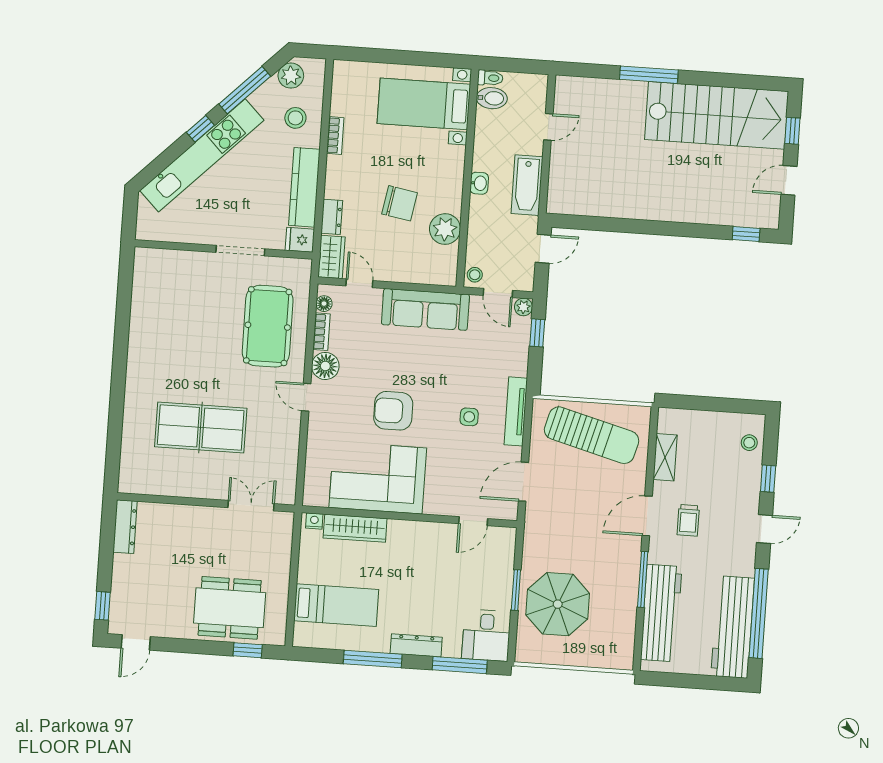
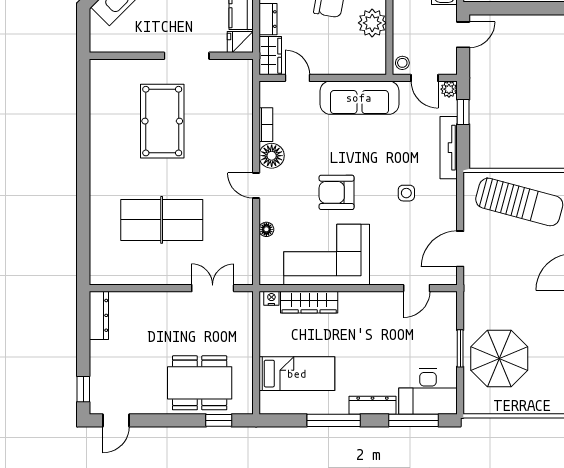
floor lamp: (324, 304) -> (266, 229), moved
pool table: (268, 326) -> (162, 121), moved
tv unit: (516, 411) -> (449, 148), moved
desk: (486, 635) -> (428, 392), width x1.37

